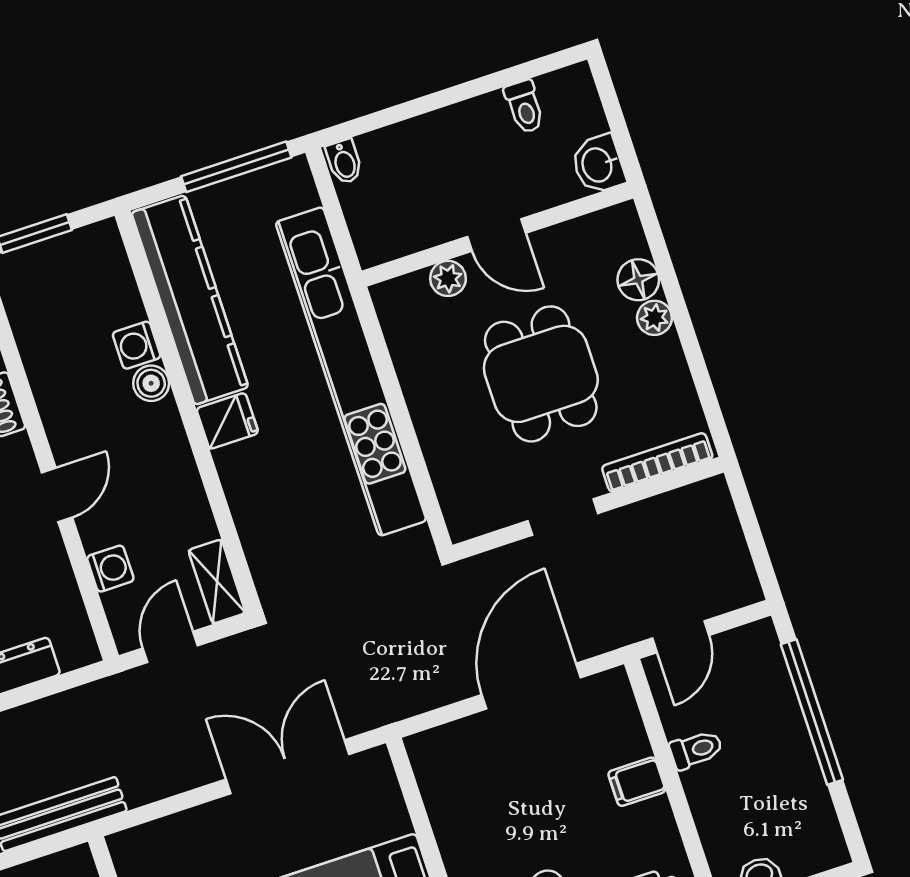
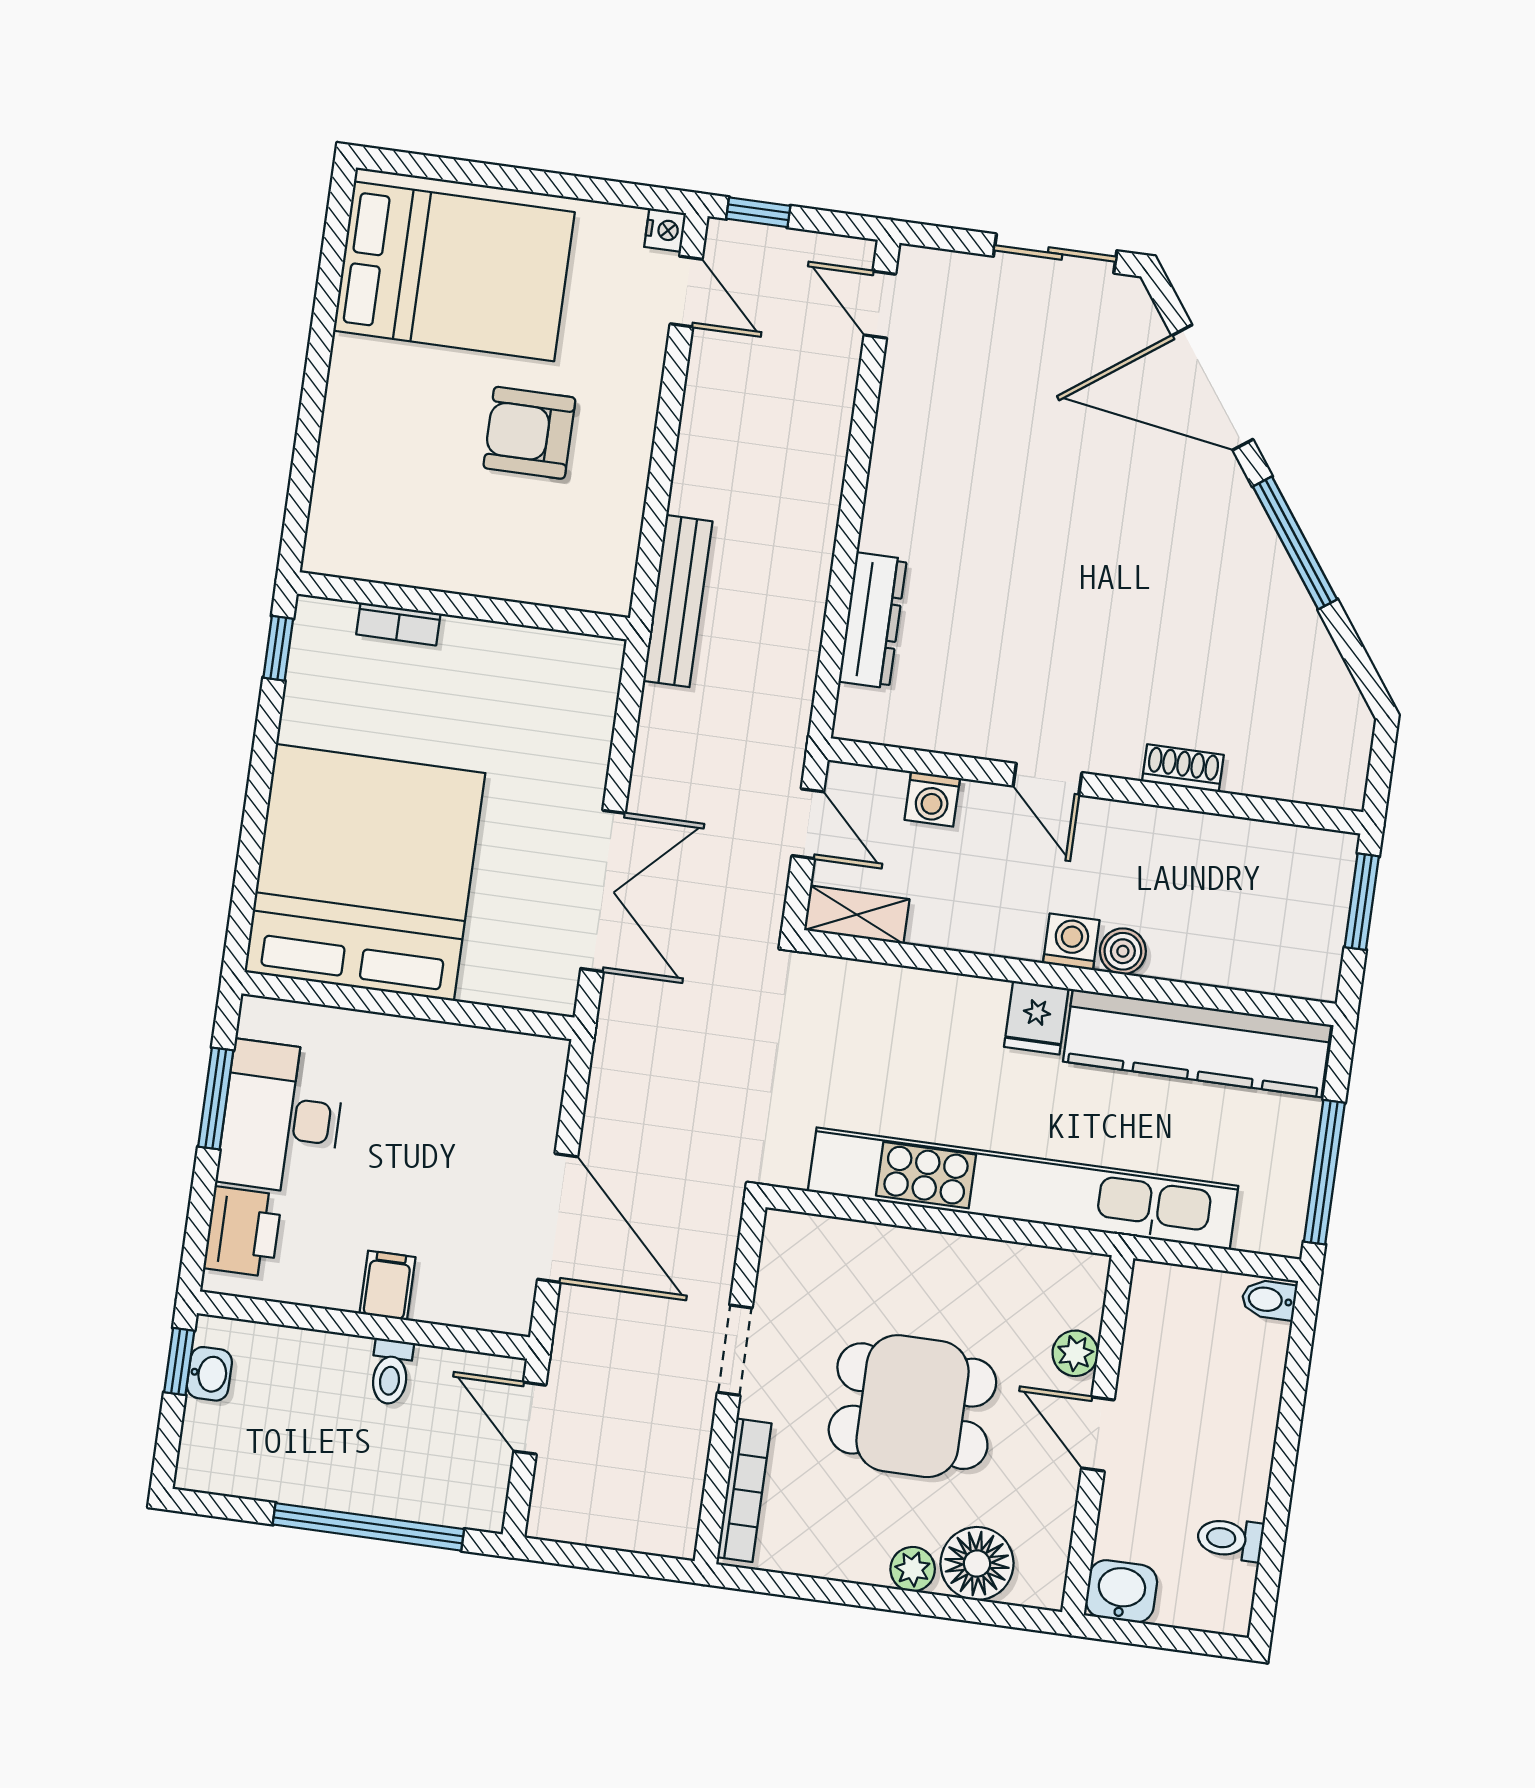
door: (497, 235) -> (1098, 1434), hinge flipped
floor lamp: (638, 280) -> (977, 1564), width x1.38, depth x1.38
washing machine: (137, 345) -> (1071, 942), moved

